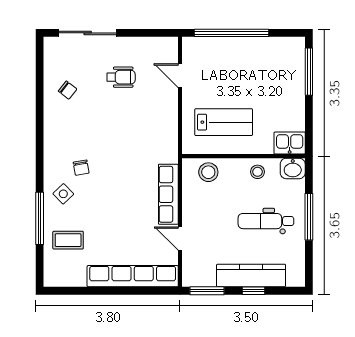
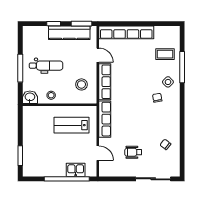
window: (309, 72) -> (20, 156), width x0.69
row of seats: (168, 132) -> (105, 119), added
kitchen sink: (290, 143) -> (76, 170), moved, turned 180
stool: (208, 172) -> (81, 84), moved
kitchen counter: (251, 275) -> (69, 33), moved

